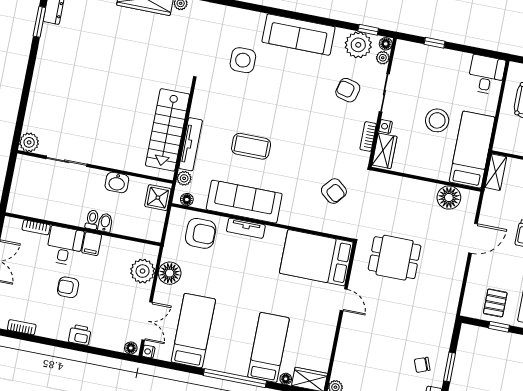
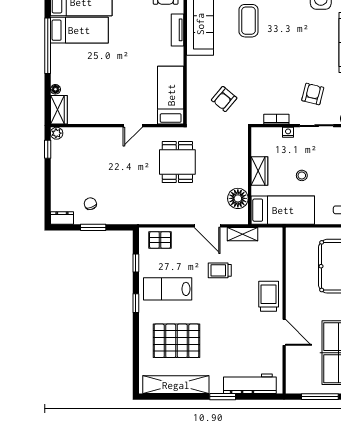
stool: (437, 120) -> (302, 175), width x0.53, depth x0.53
wardrobe: (384, 151) -> (259, 171), moved, turned -90
shelving: (496, 172) -> (242, 234), moved
bed: (316, 258) -> (171, 95), width x0.67
pallet: (495, 303) -> (160, 240), moved
bed: (268, 347) -> (79, 30), moved

